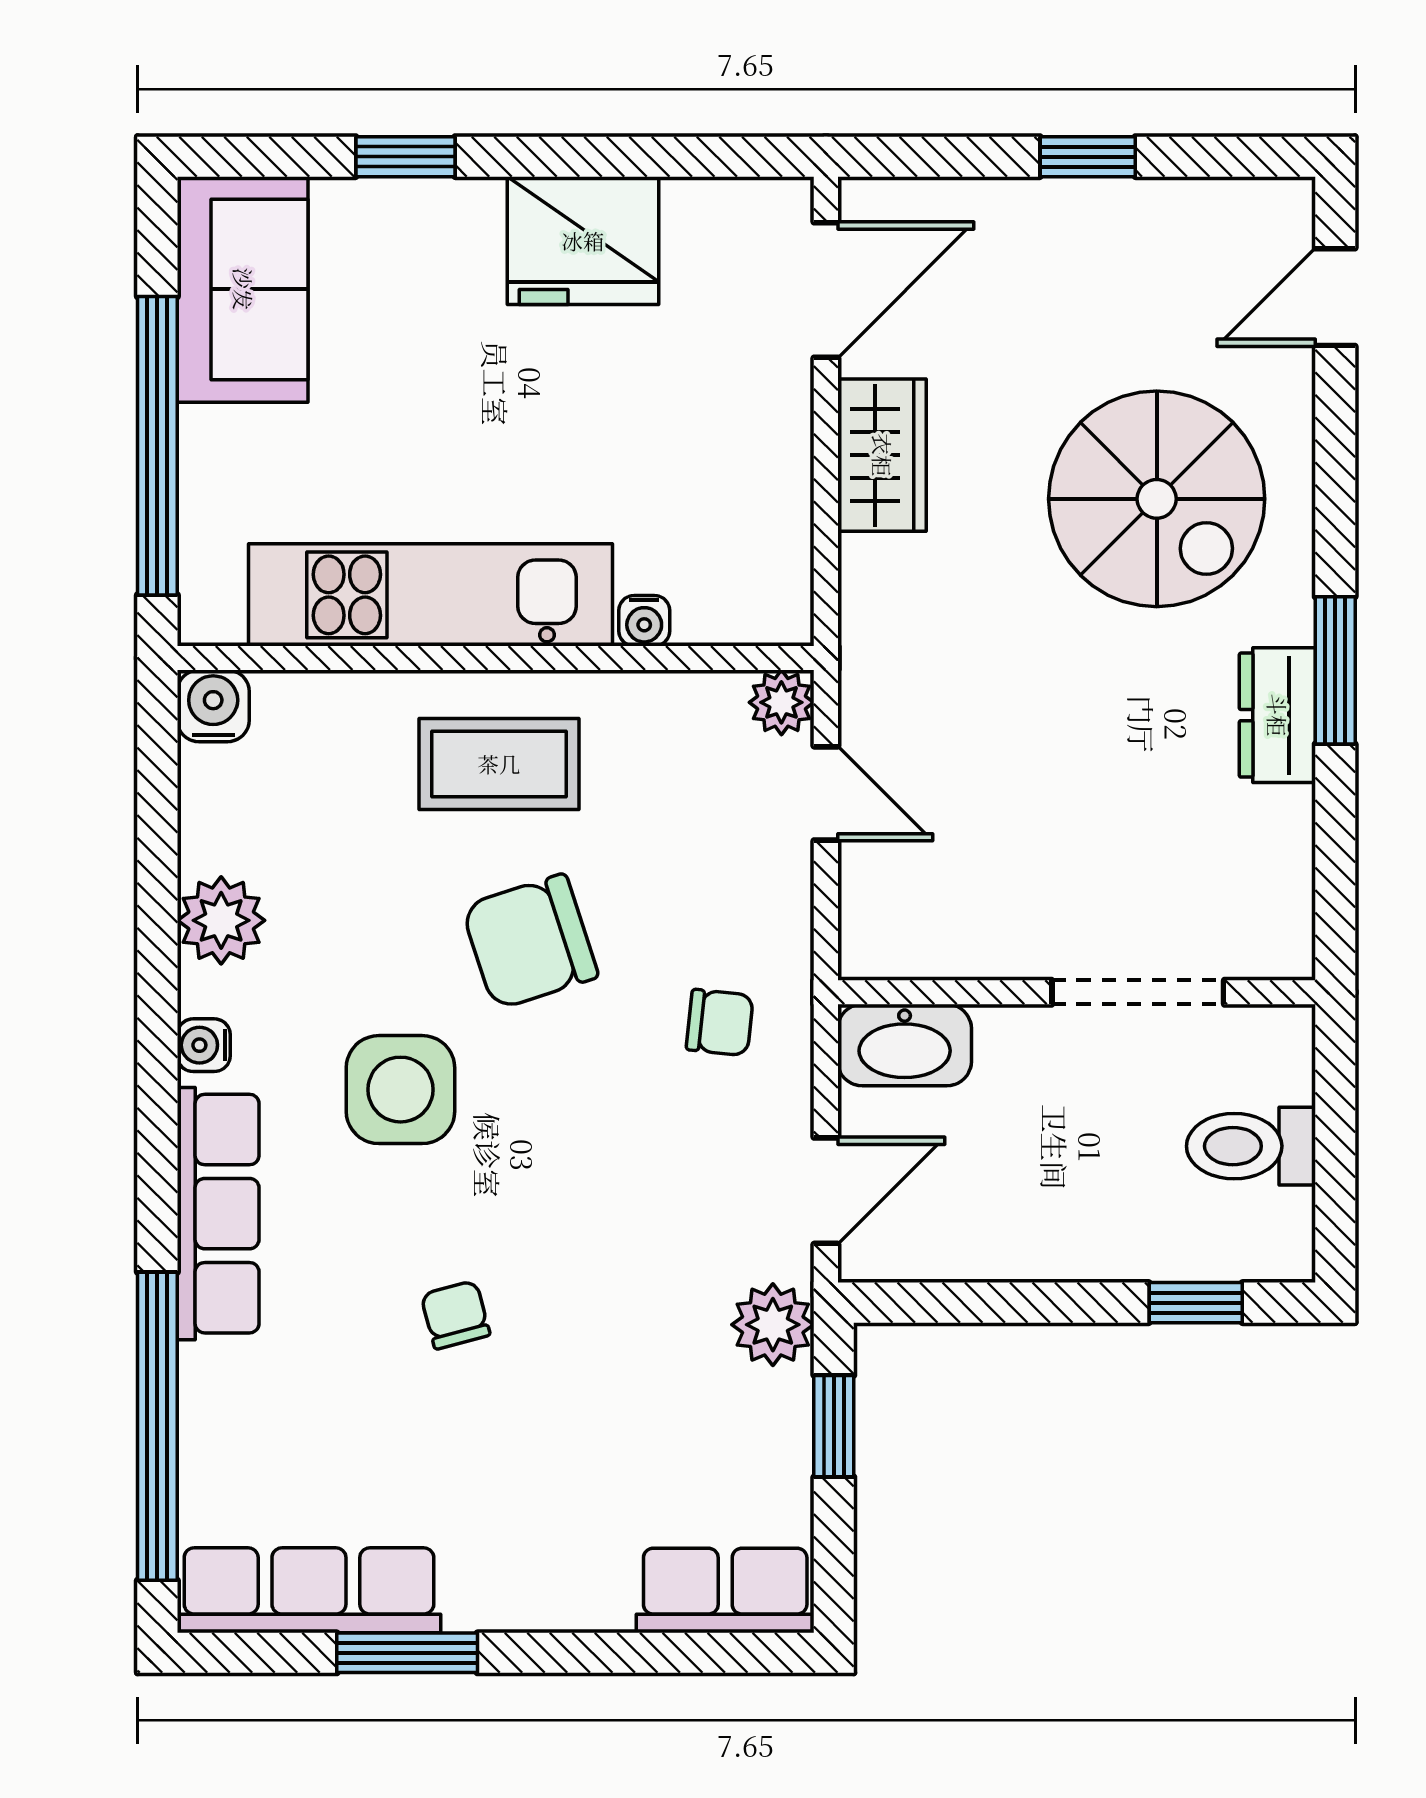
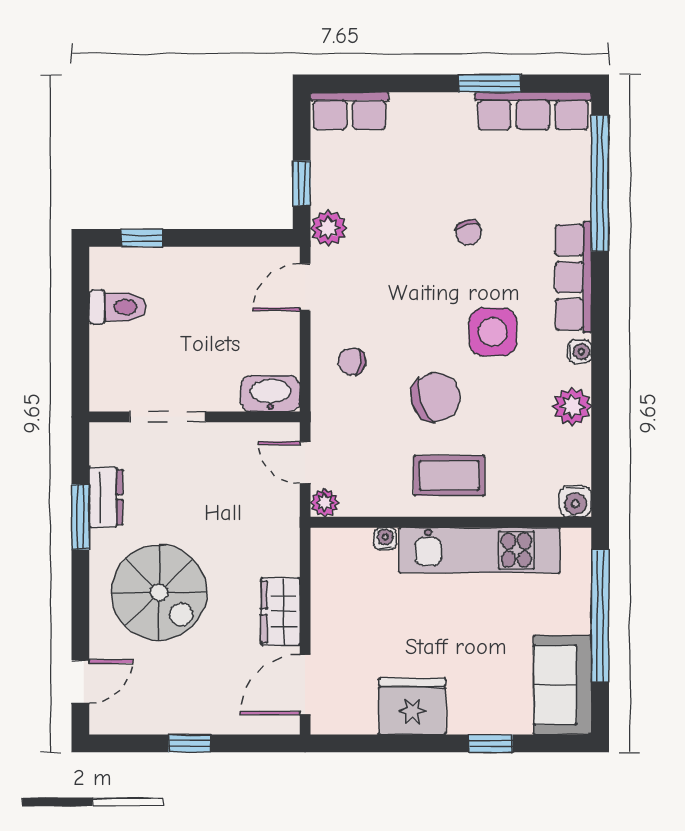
spiral stairs: (1157, 499) -> (159, 593), turned 180
wall: (1077, 992) -> (195, 417), moved
doorway: (1138, 992) -> (167, 417), moved
washbasin: (905, 1045) -> (270, 394), moved

